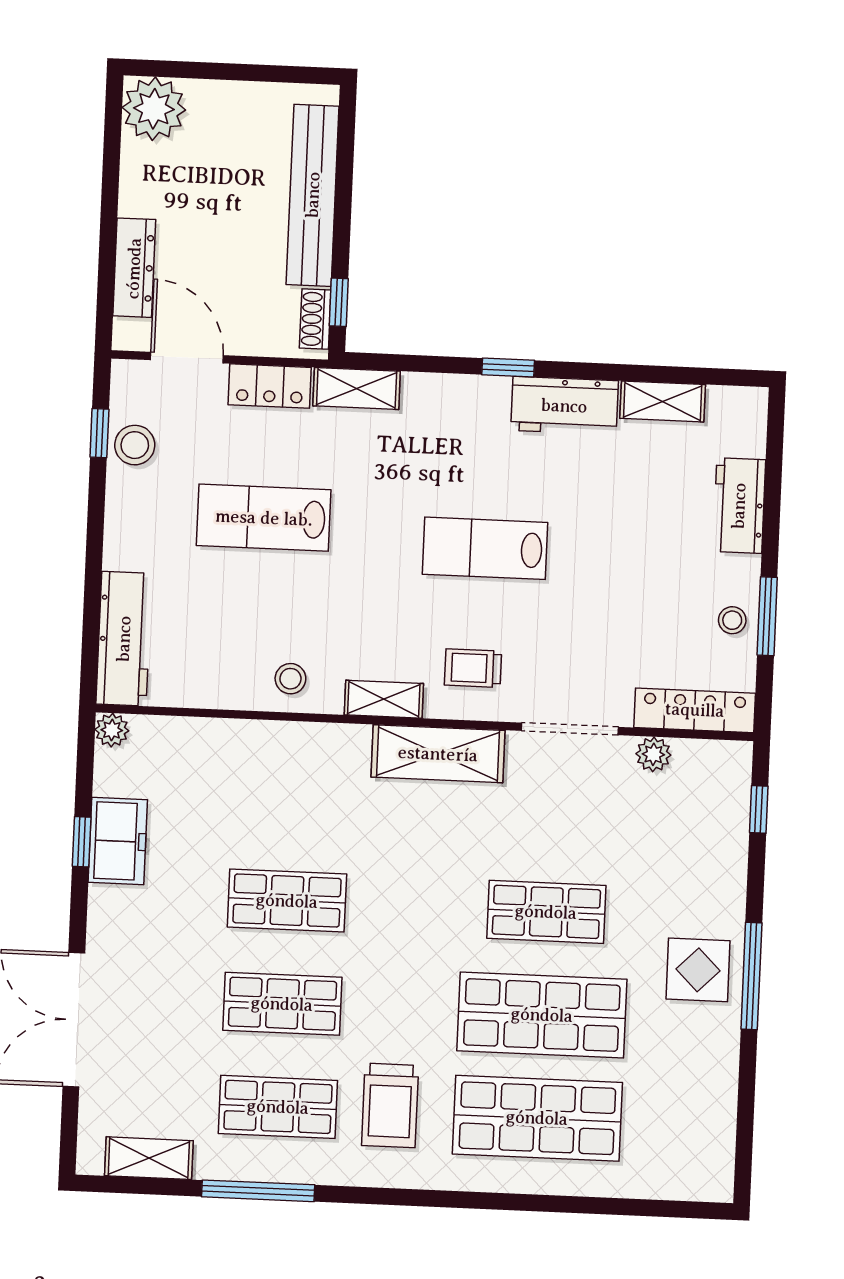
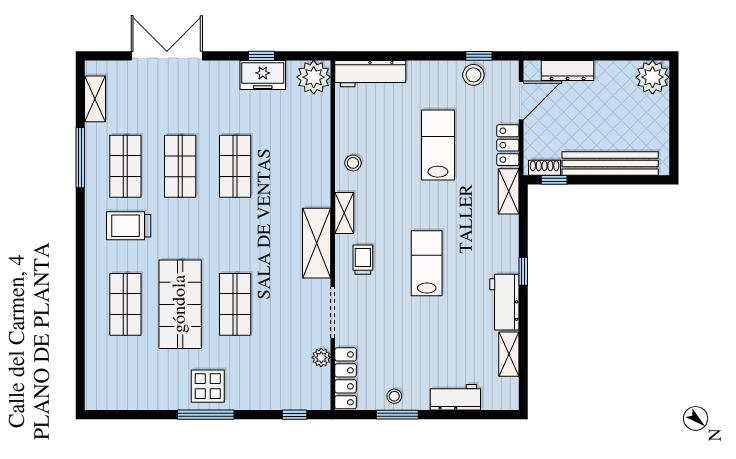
plant: (112, 730) -> (314, 77), width x1.87, depth x1.87
shop shelf: (537, 1118) -> (125, 304), width x0.70, depth x0.74

